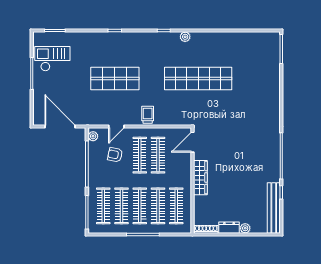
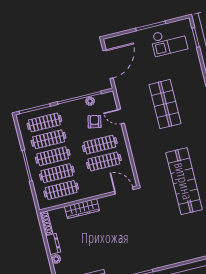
checkout: (52, 59) -> (169, 42), turned 90
trolley: (148, 115) -> (139, 143), removed
plant: (93, 136) -> (90, 101), moved
wardrobe: (200, 178) -> (82, 209), moved

